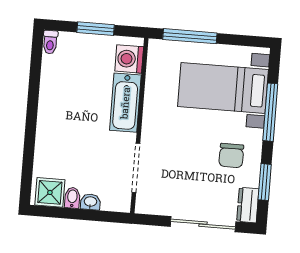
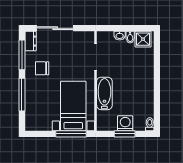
washing machine: (129, 59) -> (125, 123), moved, turned -90
bed with nightstands: (223, 88) -> (73, 106), moved, turned -90
chair: (231, 156) -> (42, 68), turned -90
window: (265, 182) -> (22, 55), width x1.44

